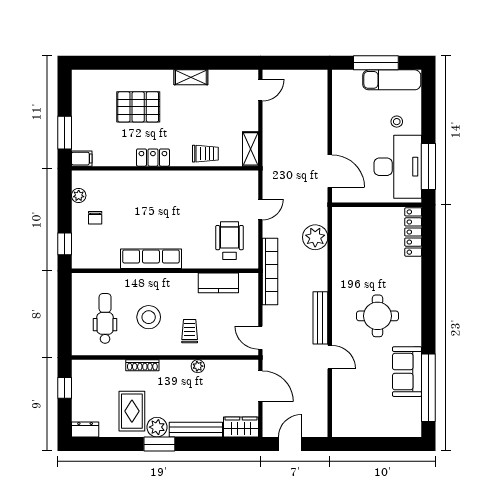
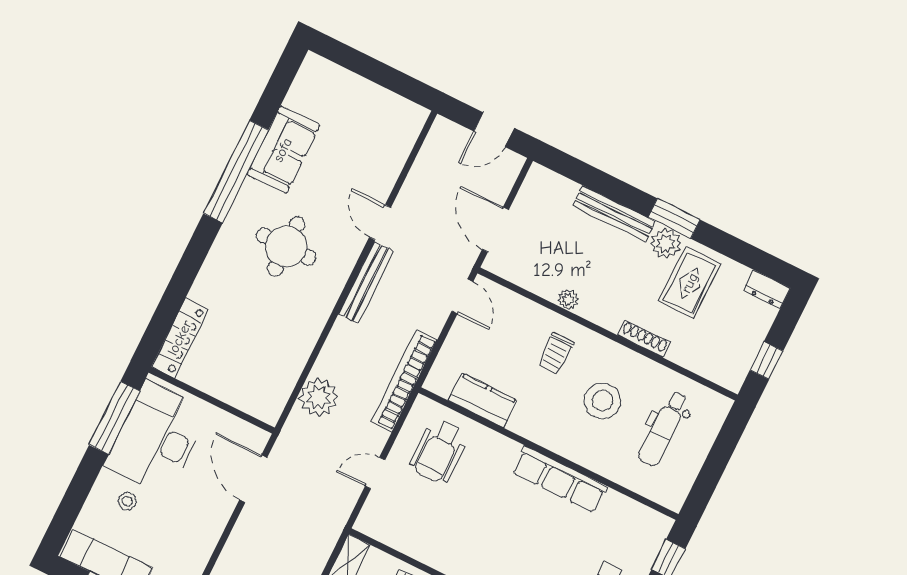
window: (428, 388) -> (236, 172), moved
wardrobe: (241, 427) -> (550, 186), removed

